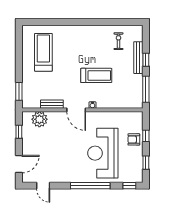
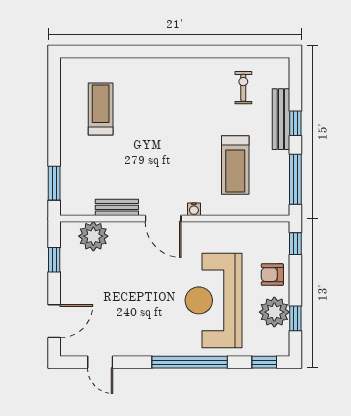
treadmill: (43, 52) -> (101, 109), width x0.73, depth x0.73
treadmill: (96, 75) -> (235, 165), moved, turned 90
window: (146, 136) -> (295, 244), moved
plant: (135, 159) -> (274, 312), added

